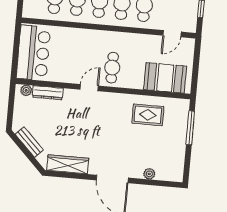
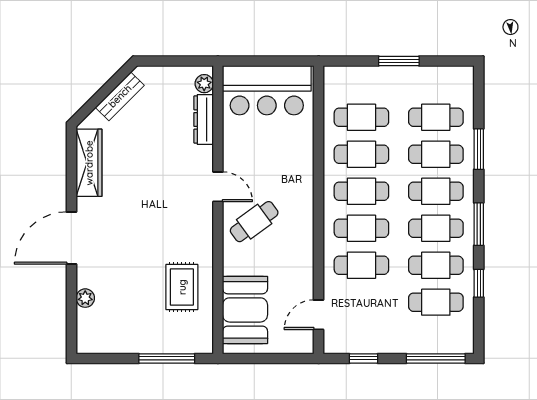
door: (172, 34) -> (319, 315), hinge flipped
cafe table: (112, 68) -> (254, 222), turned -36

